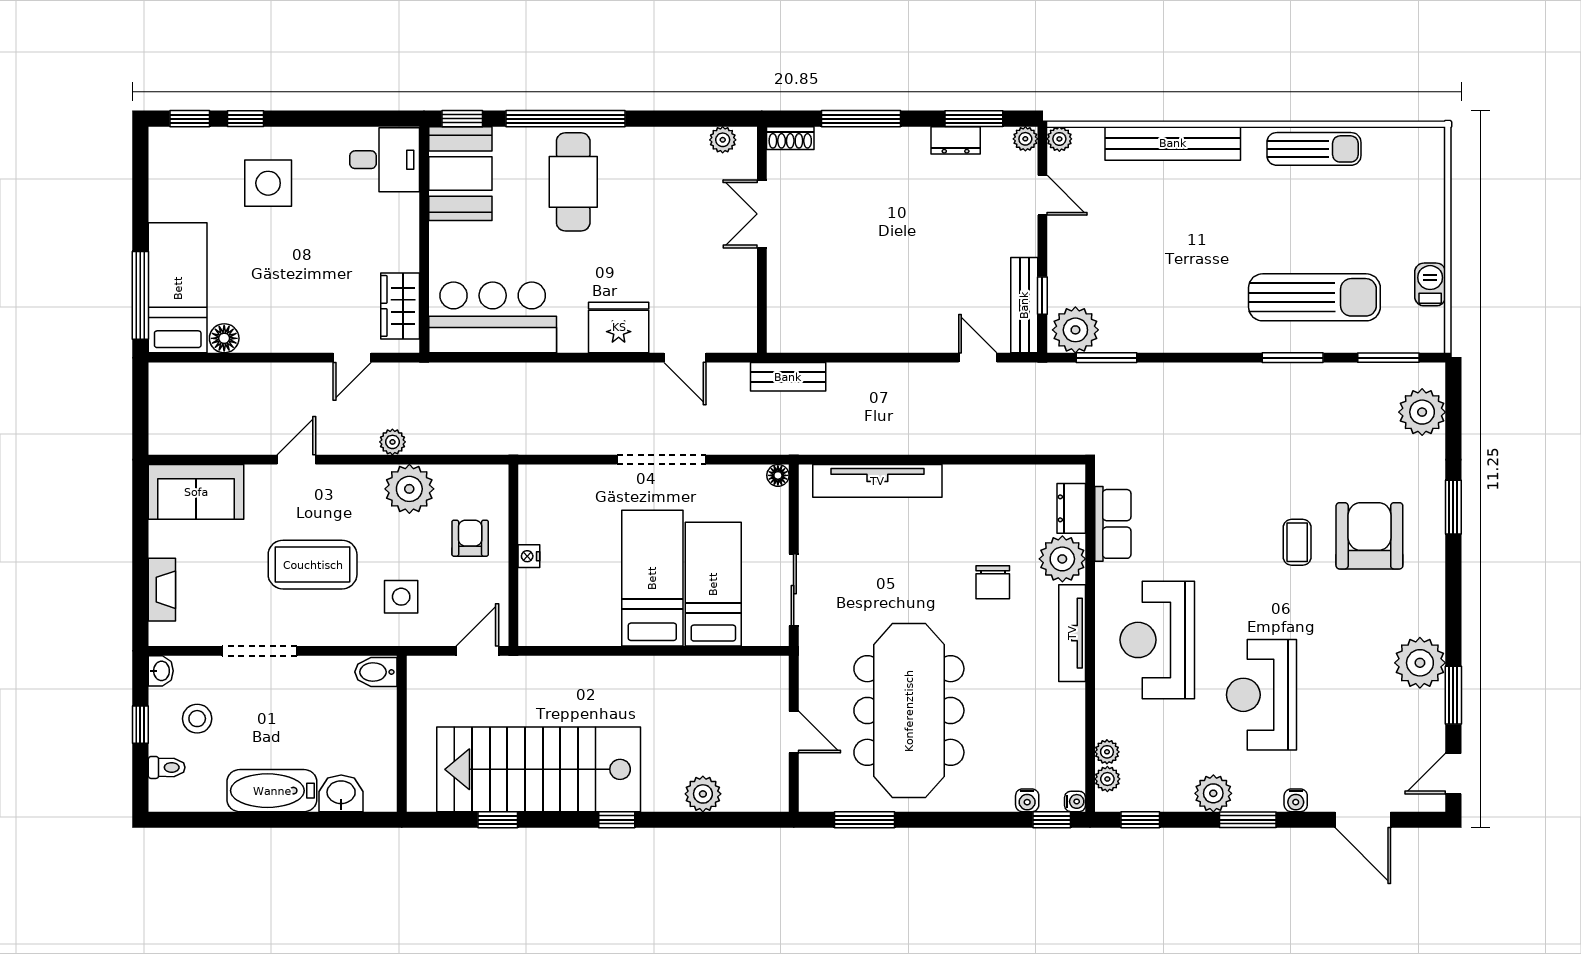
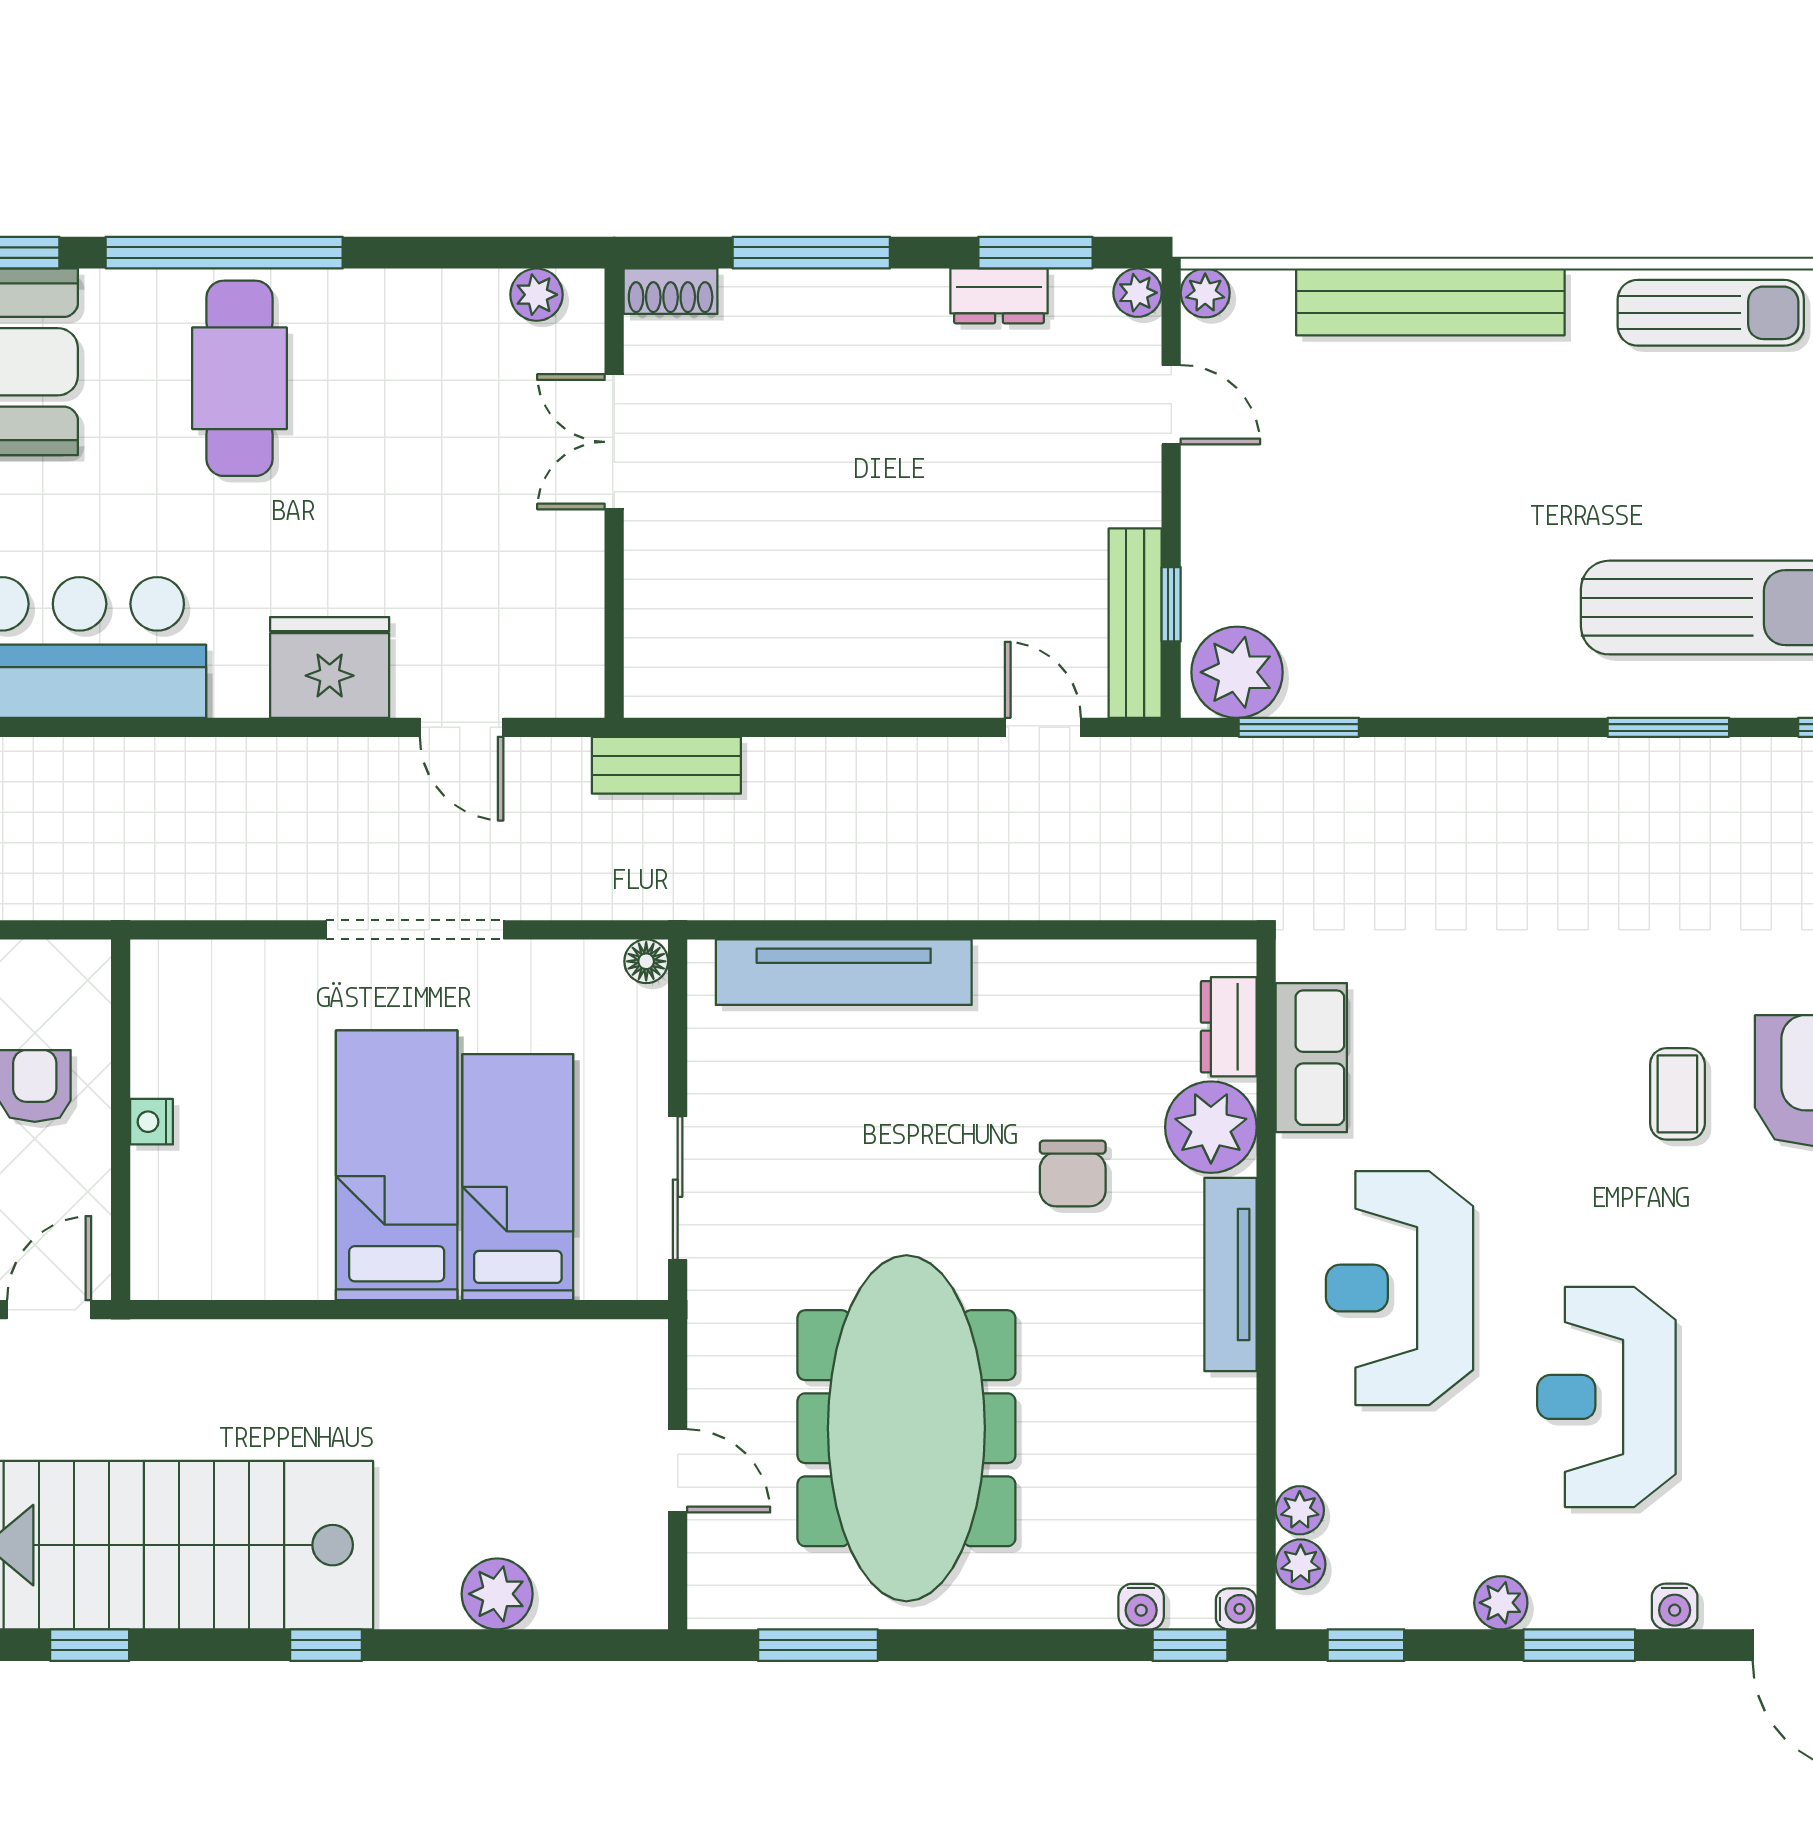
plant: (1213, 793) -> (1501, 1603), width x0.73, depth x0.73

